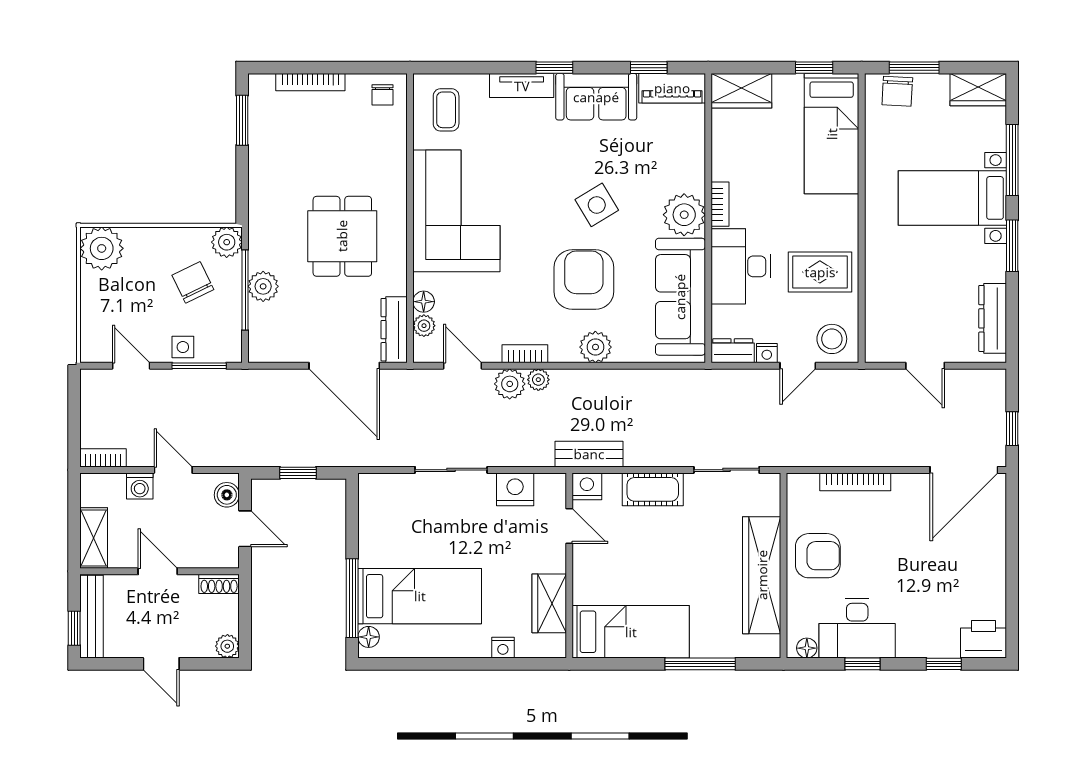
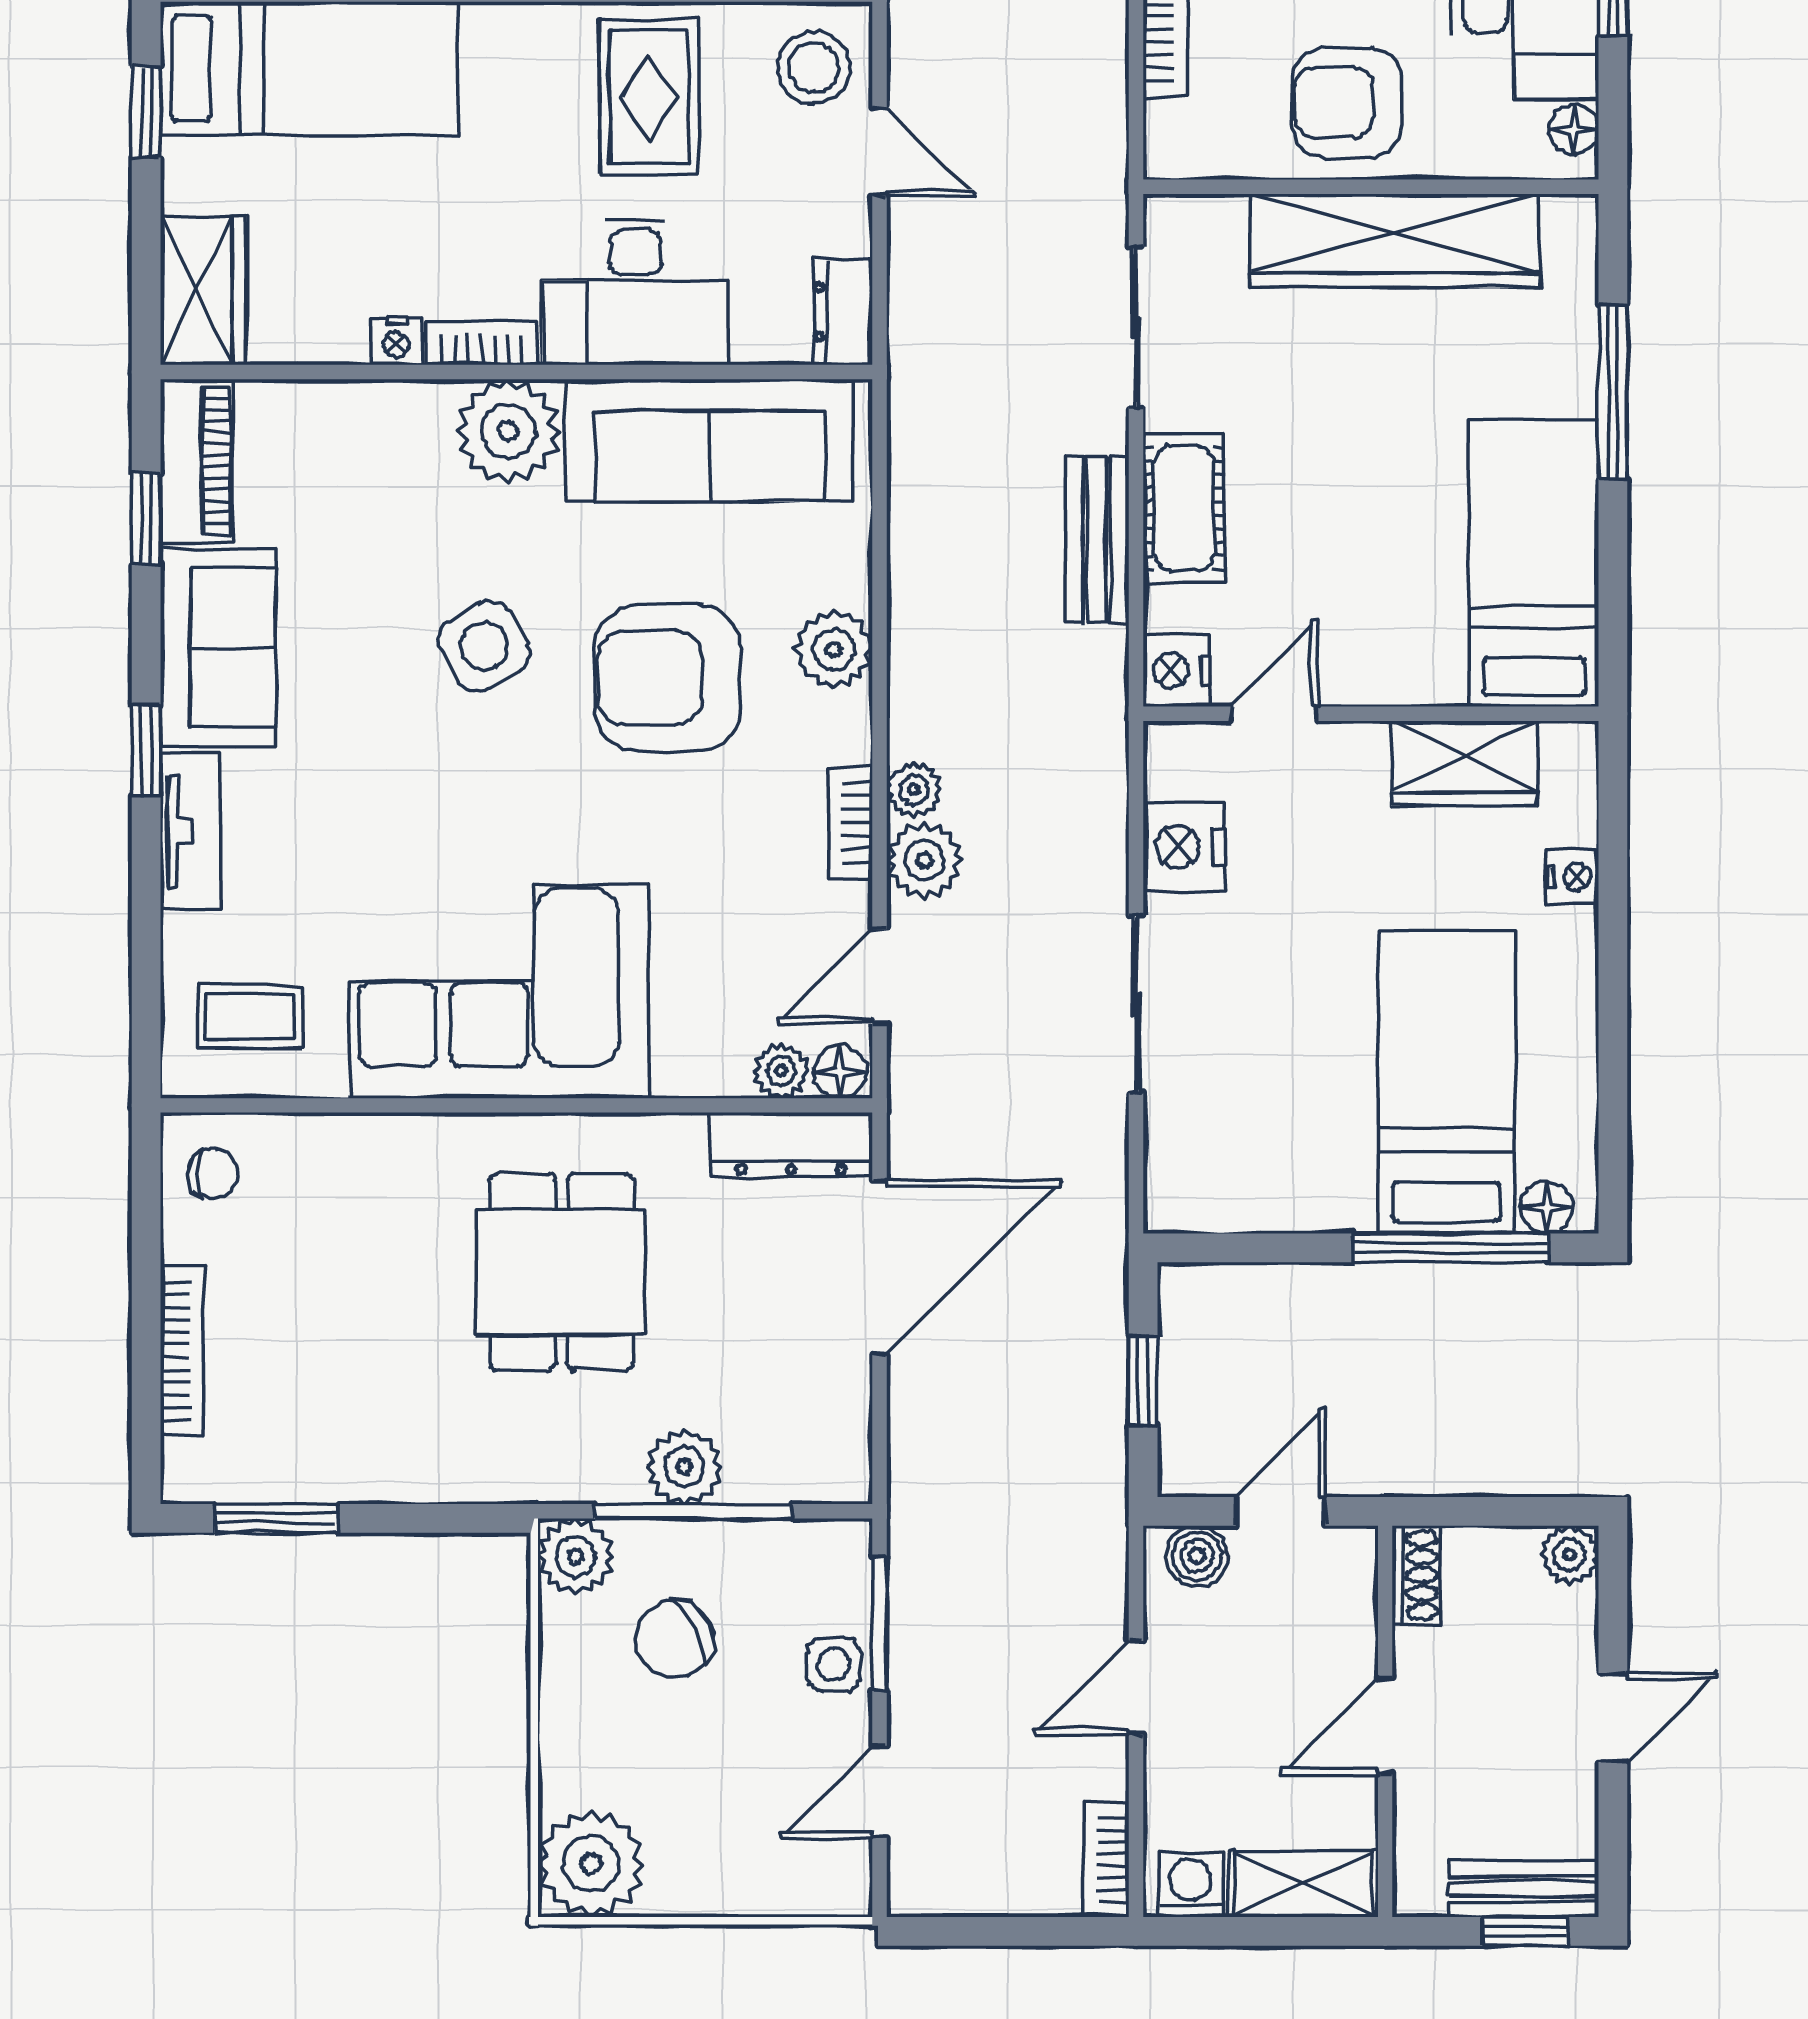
dining table: (342, 236) -> (561, 1272), turned 90
floor lamp: (424, 302) -> (840, 1072), moved
nightstand: (767, 353) -> (396, 341), moved, turned 90
bench: (589, 454) -> (1097, 540), moved
washing machine: (140, 486) -> (1191, 1885), moved, turned -90
armchair: (818, 556) -> (1347, 102), turned -90
bench: (92, 616) -> (1523, 1889), width x0.73

